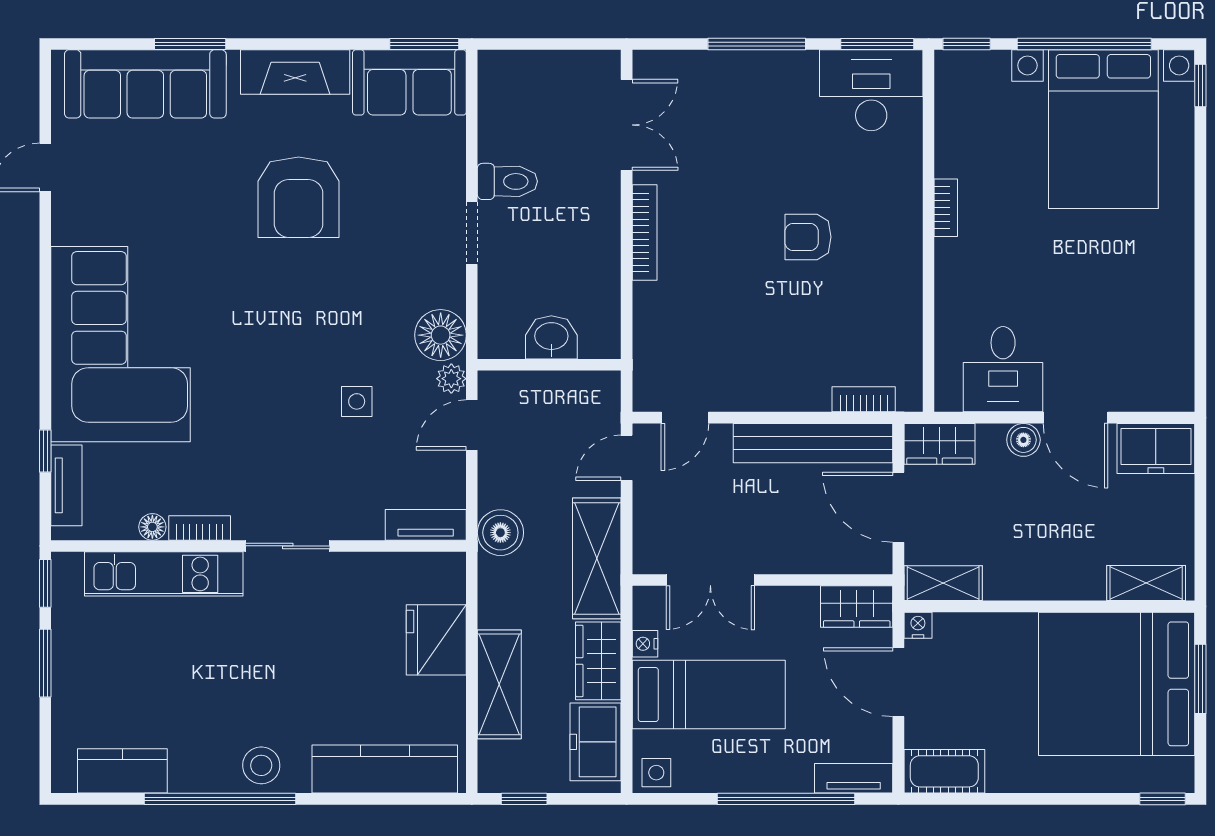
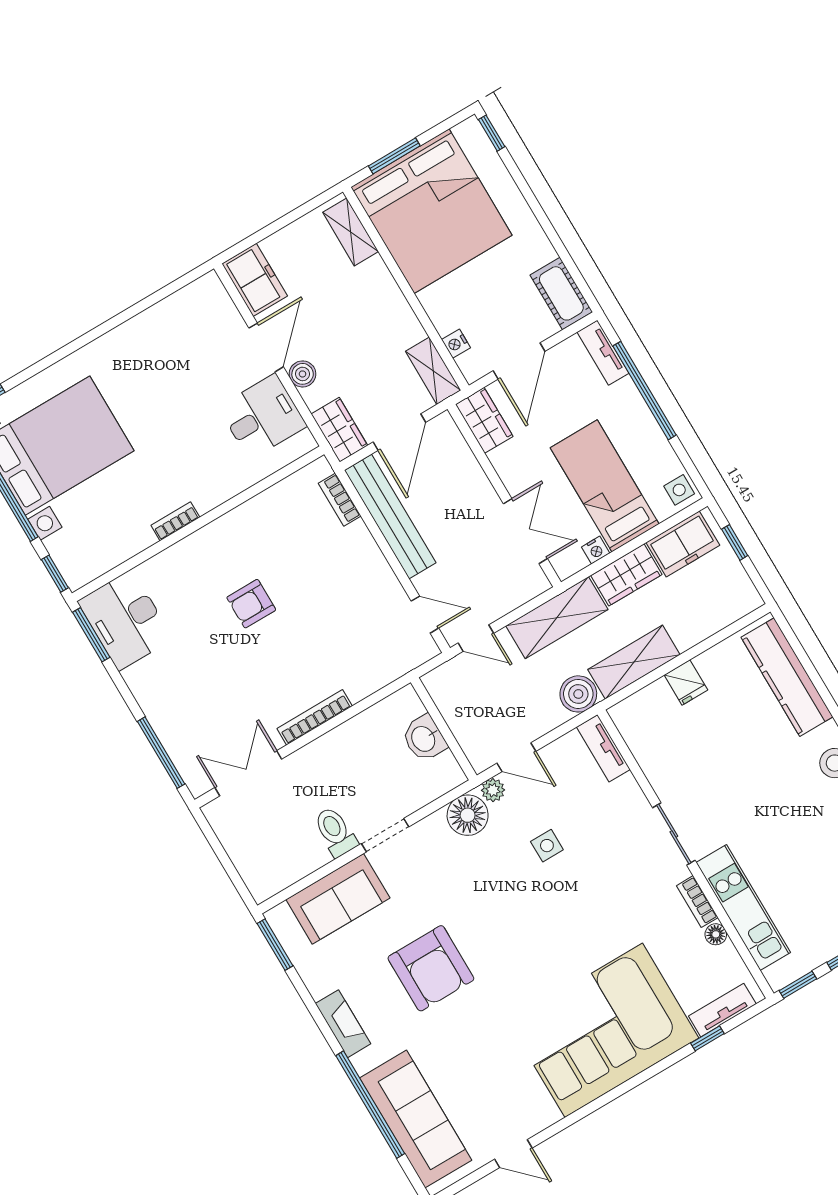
window: (190, 44) -> (370, 1105), width x2.11
window: (757, 44) -> (161, 753), moved
fireplace: (295, 72) -> (343, 1024), width x0.73, depth x0.76
sofa: (409, 82) -> (338, 899), moved, turned 90
armchair: (299, 197) -> (431, 968), turned 90
armchair: (808, 237) -> (251, 604), turned 90
nightstand: (918, 625) -> (456, 344), moved
fridge: (436, 640) -> (686, 682), width x0.53, depth x0.75
shelving: (499, 684) -> (634, 662), moved
window: (524, 799) -> (735, 542), moved

